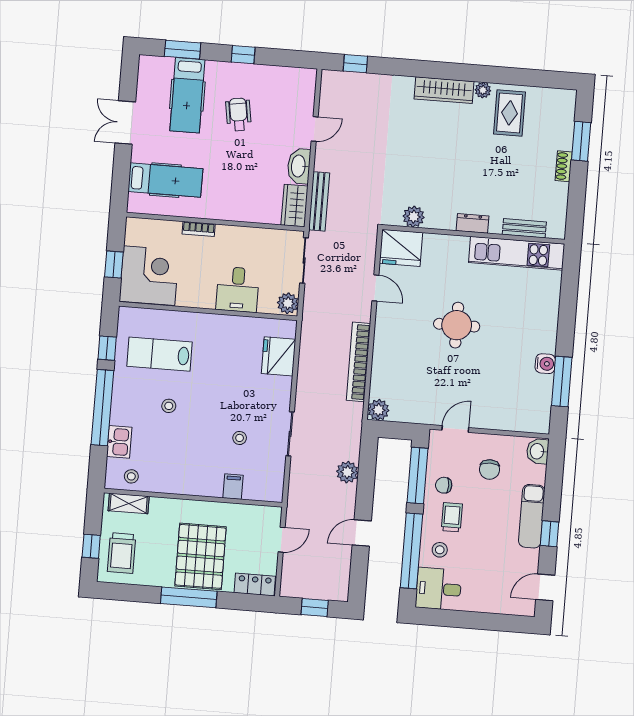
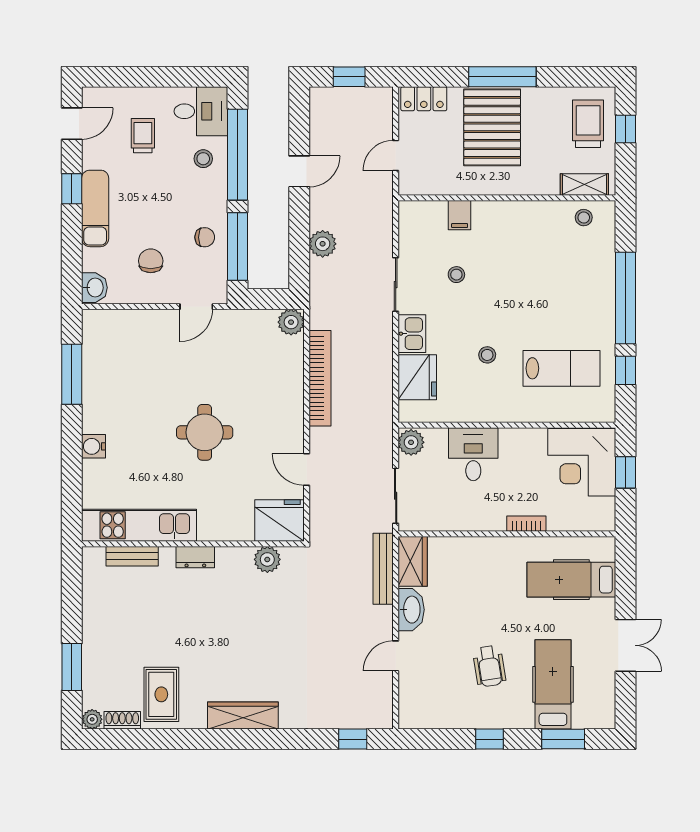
plant: (483, 90) -> (92, 719), moved
shoe rack: (564, 166) -> (122, 720), moved, turned -90
water cooler: (545, 364) -> (94, 446), moved
stool: (169, 406) -> (487, 355), moved
kitchen sink: (119, 442) -> (412, 334), moved, turned 180
trolley: (452, 517) -> (143, 136), moved, turned 180

